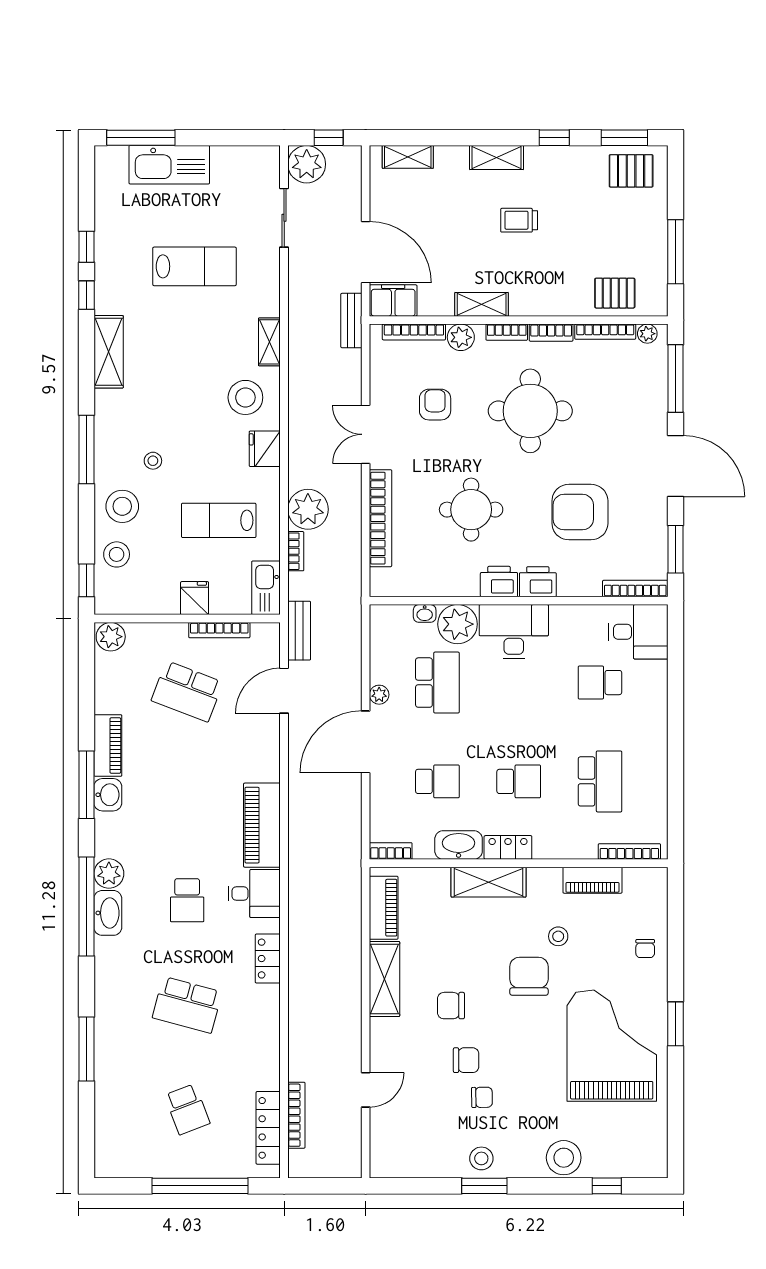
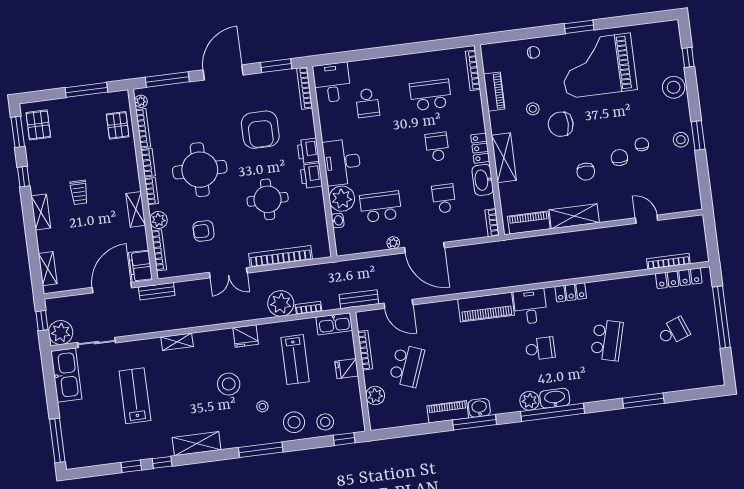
kitchen sink: (169, 165) -> (66, 375), moved
stool: (245, 397) -> (229, 384), moved
plant: (111, 637) -> (375, 396), moved

